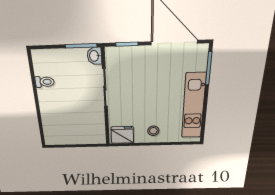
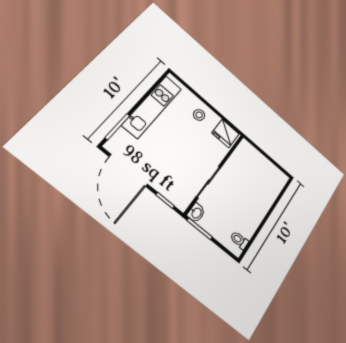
toilet: (45, 82) -> (239, 240), moved

